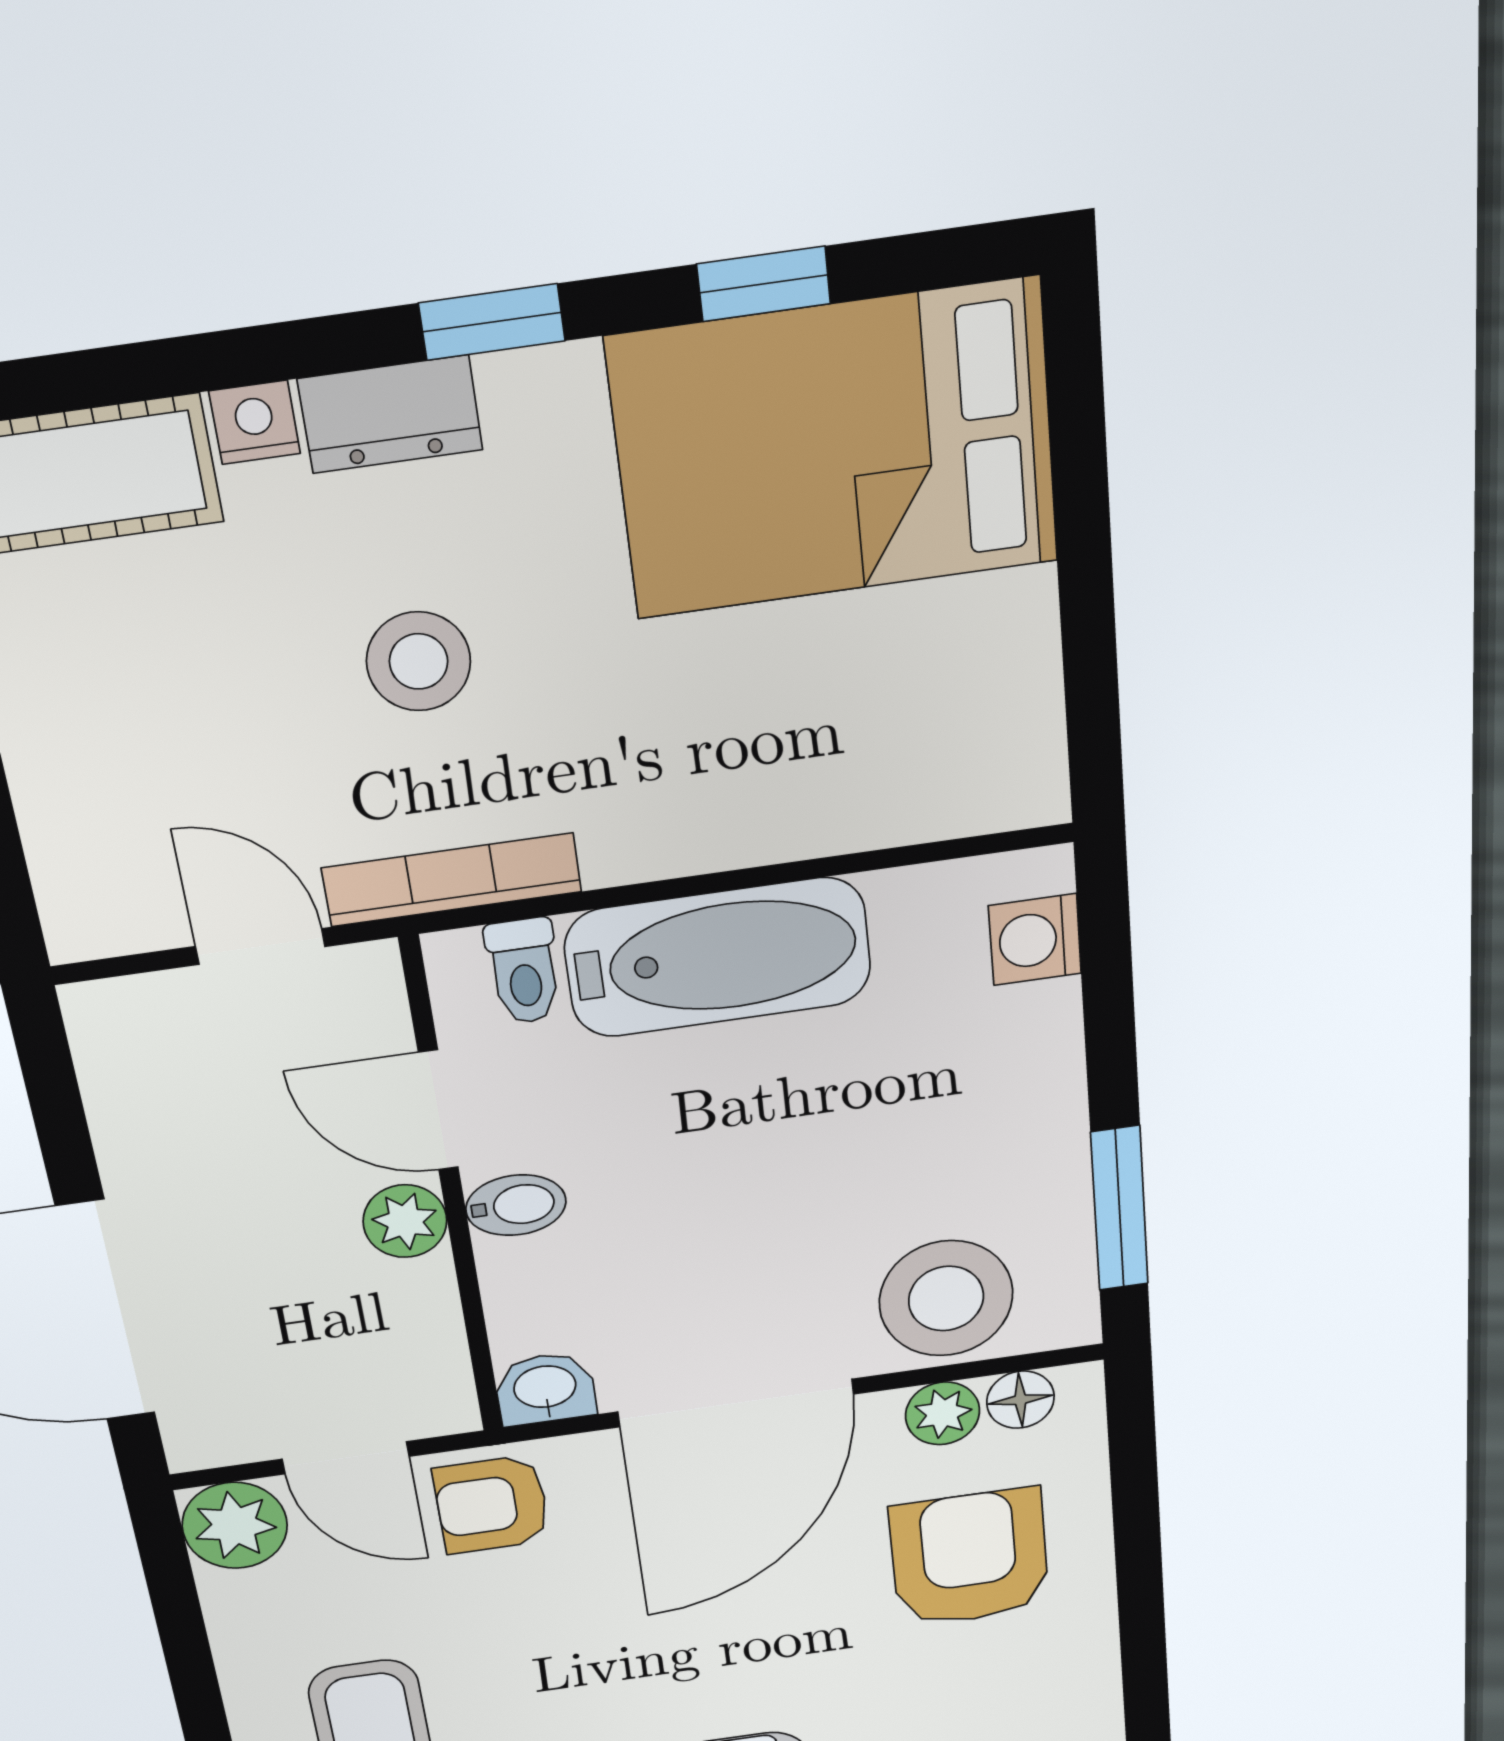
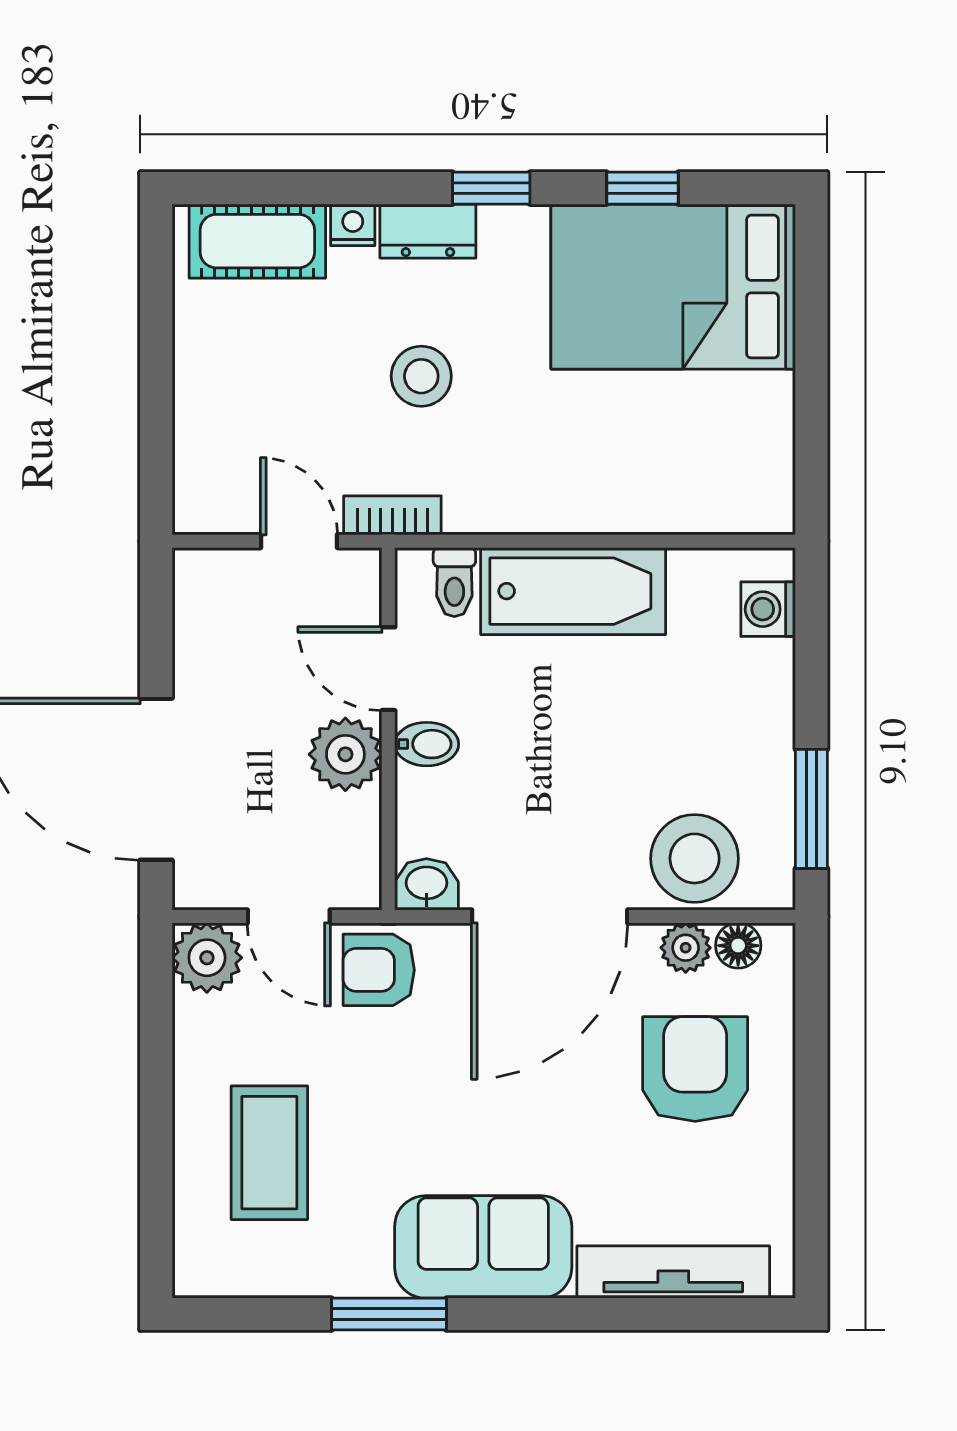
bookcase: (452, 880) -> (392, 515), width x0.64
plant: (405, 1221) -> (345, 754), width x1.38, depth x1.38

